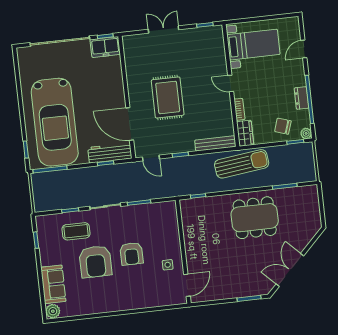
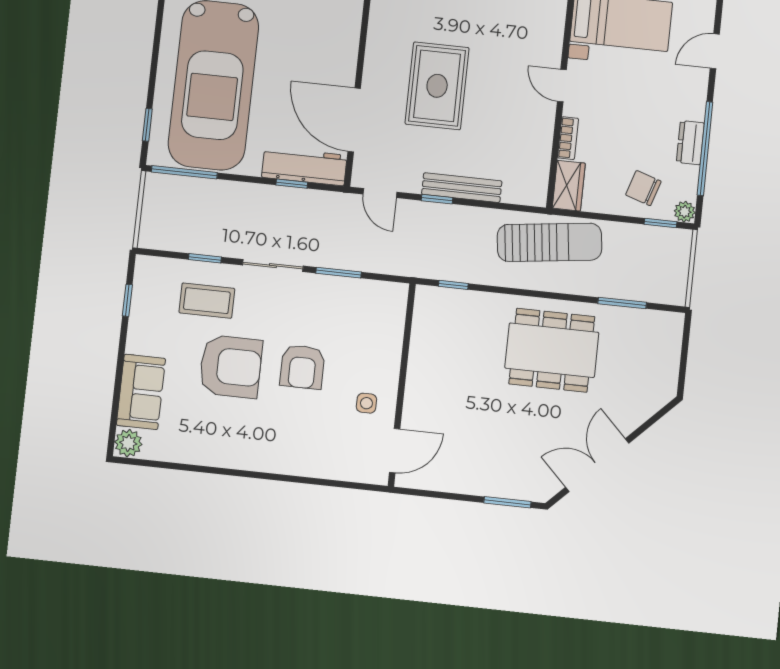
bench: (215, 143) -> (462, 188), moved
armchair: (95, 262) -> (231, 366), turned -90

